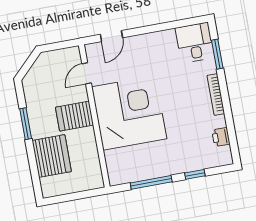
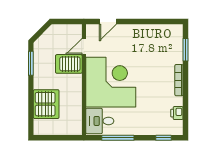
desk: (195, 43) -> (100, 121), moved, turned -90
server rack: (74, 116) -> (69, 64), moved
window: (26, 124) -> (31, 63), moved
window: (195, 174) -> (163, 138), moved

